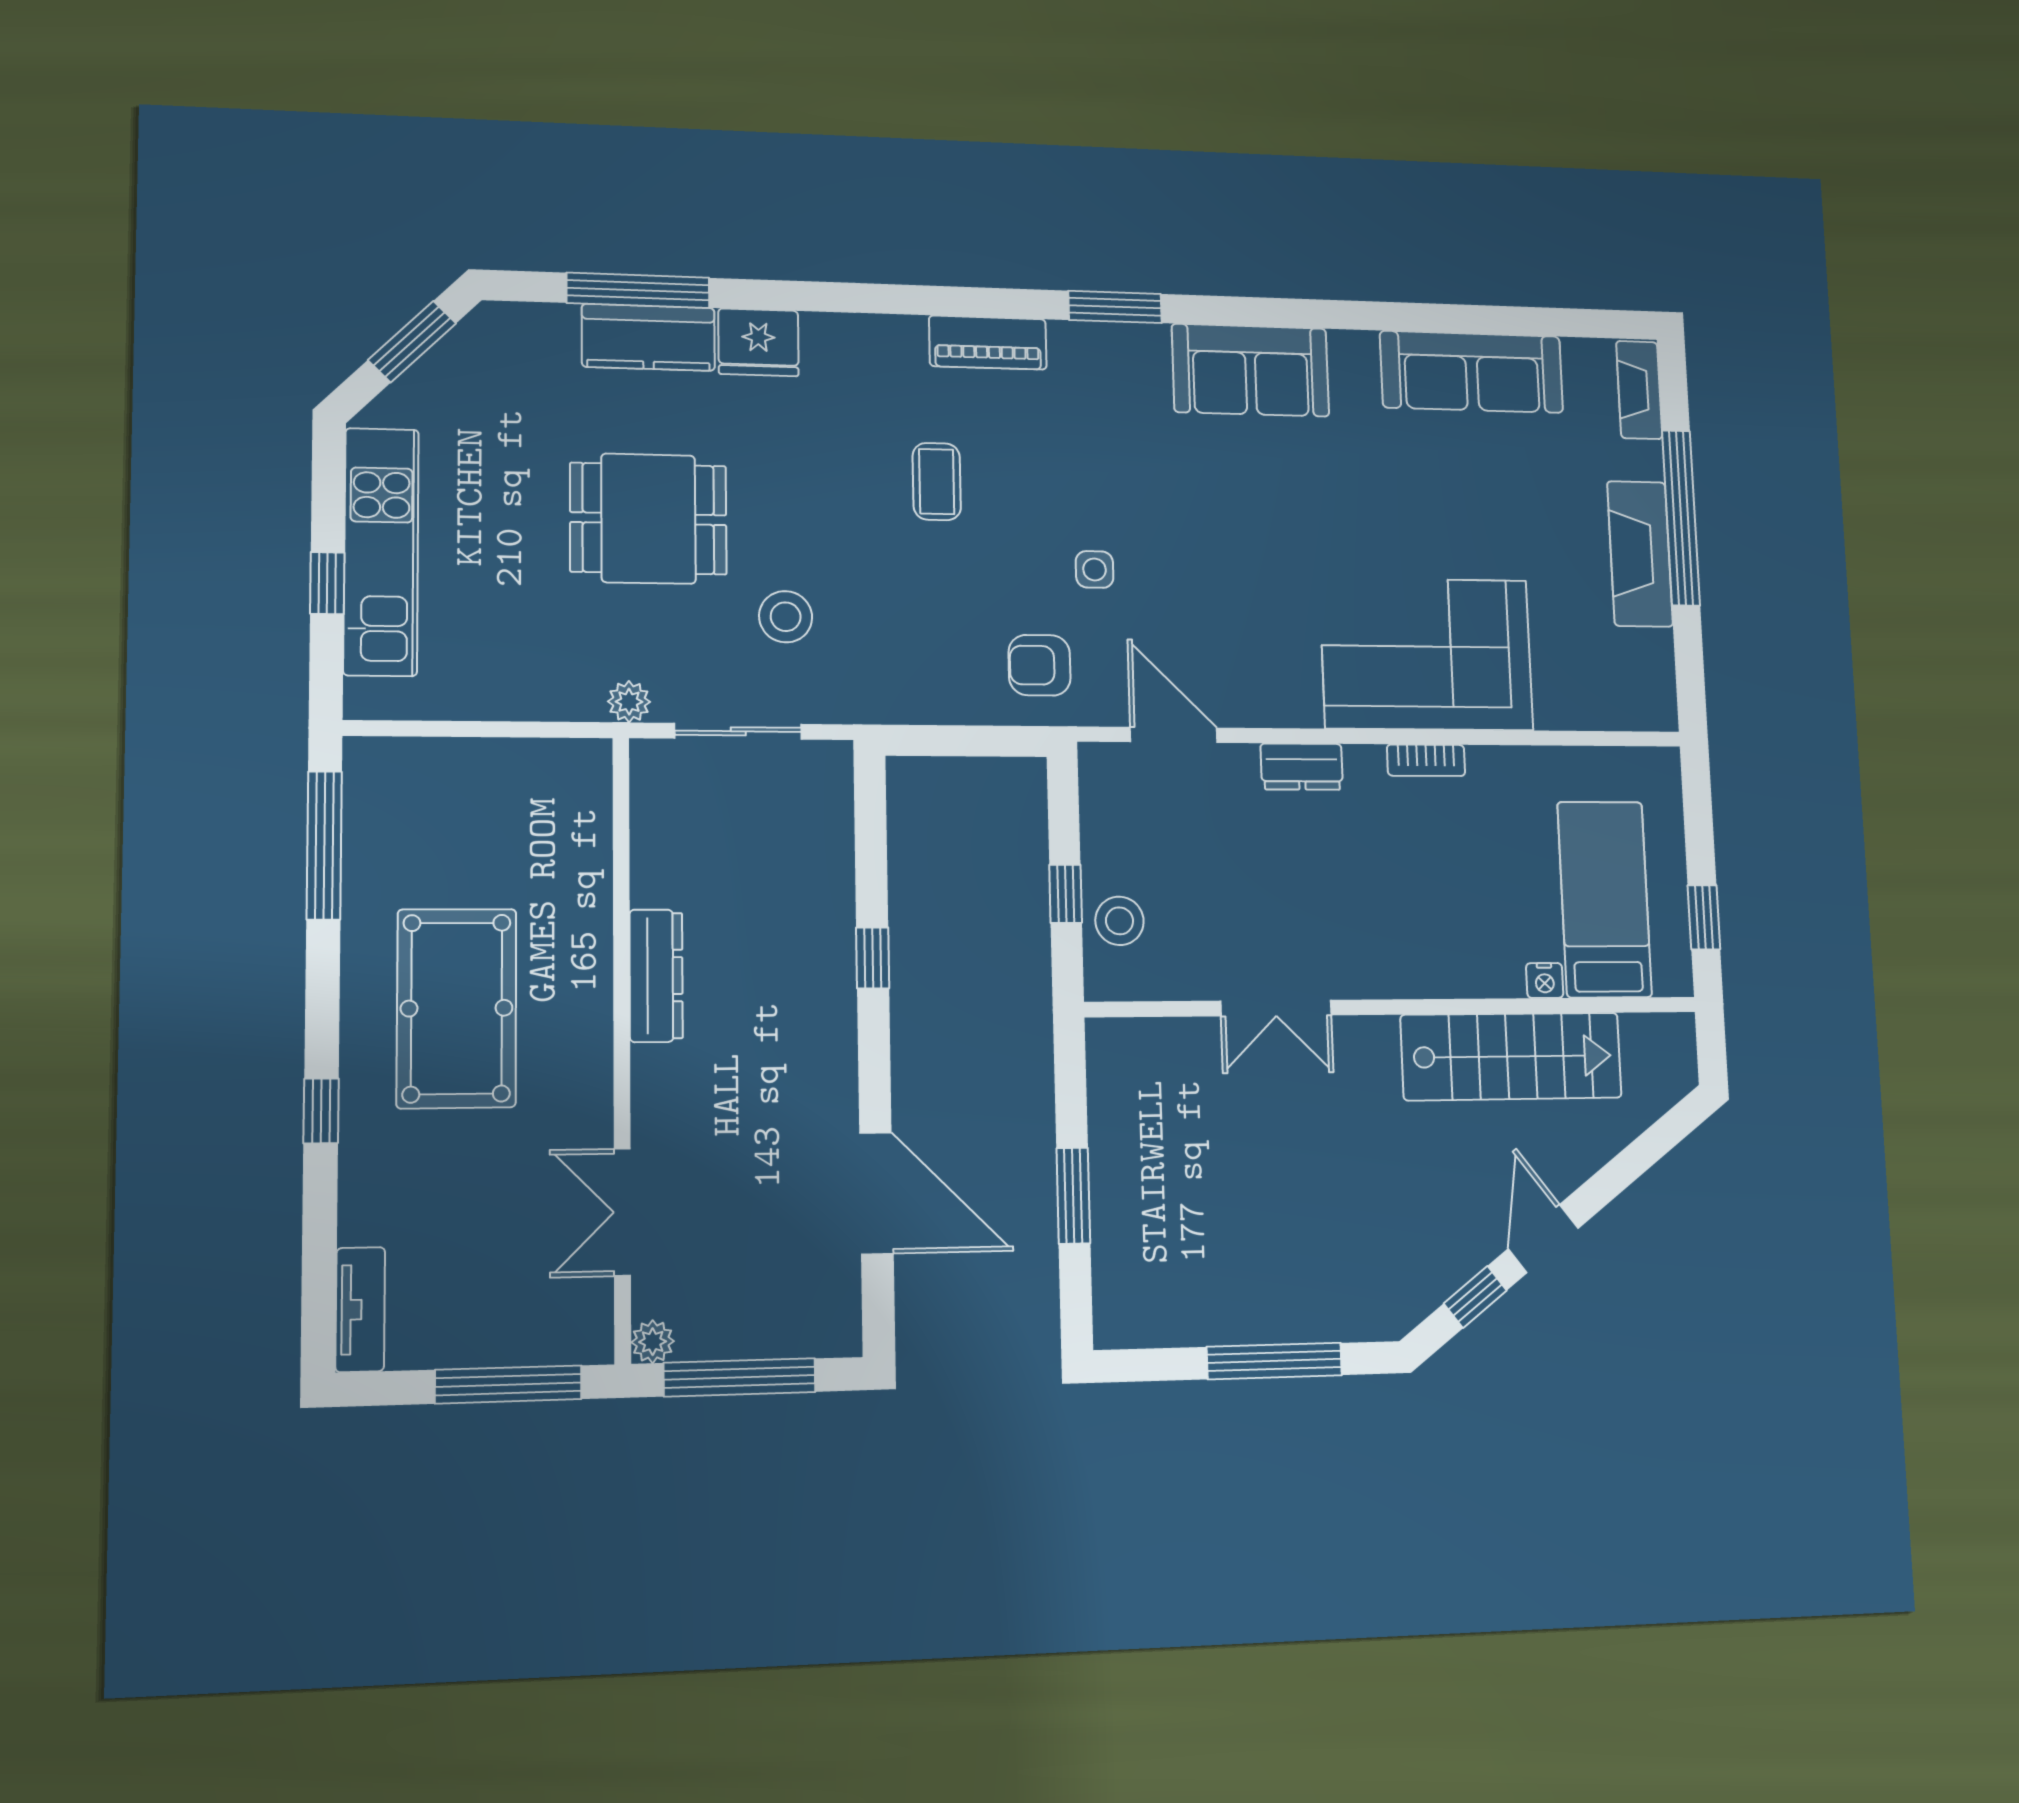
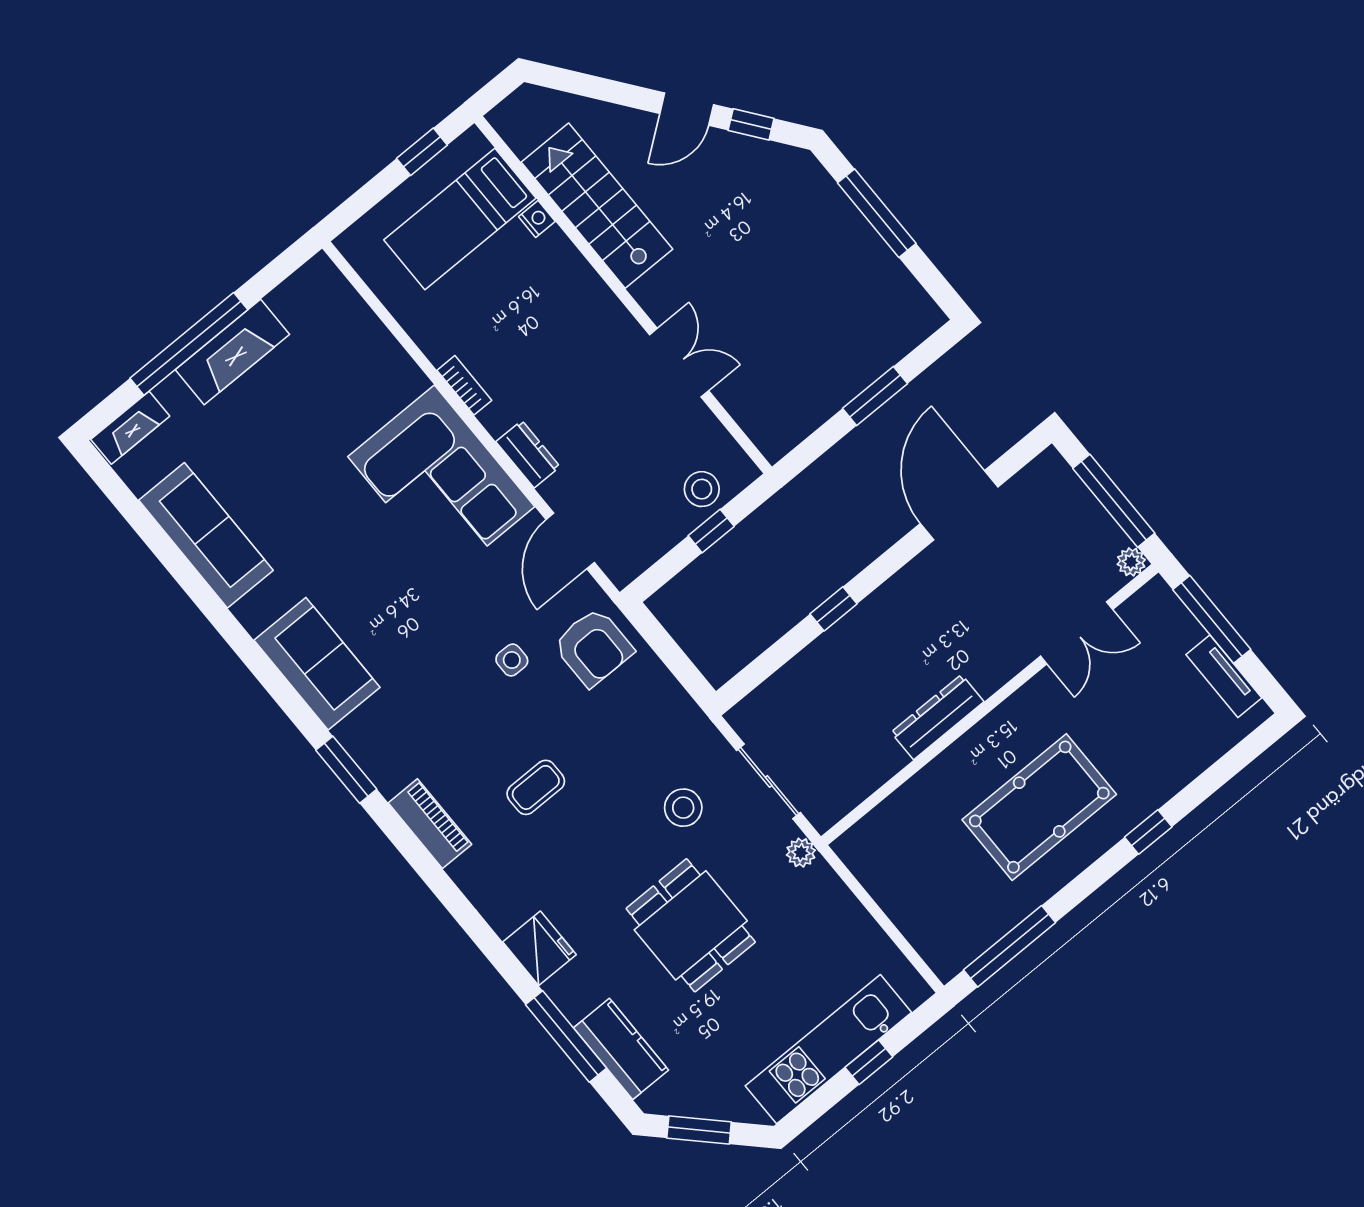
kitchen counter: (648, 337) -> (621, 1049), moved
corner sofa: (1427, 654) -> (441, 482), moved
armchair: (1039, 665) -> (593, 647), width x1.38, depth x1.38
tv unit: (360, 1310) -> (1224, 676), moved, turned -90

